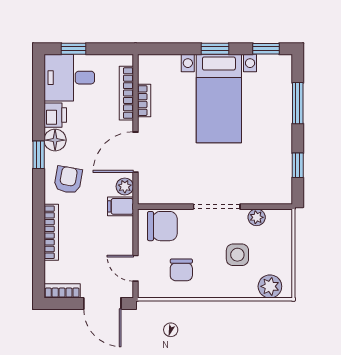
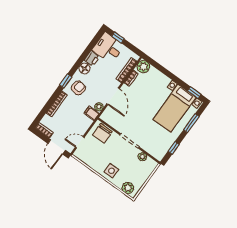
window: (215, 49) -> (174, 78), removed
plant: (150, 67) -> (143, 67), added
bed with nightstands: (219, 99) -> (174, 108), moved
door: (135, 152) -> (113, 96), swing flipped
window: (39, 155) -> (66, 81), moved
chair: (162, 226) -> (102, 133), turned 90
side table: (237, 255) -> (111, 171), moved
door: (135, 268) -> (80, 142), hinge flipped
chair: (181, 270) -> (98, 156), removed

